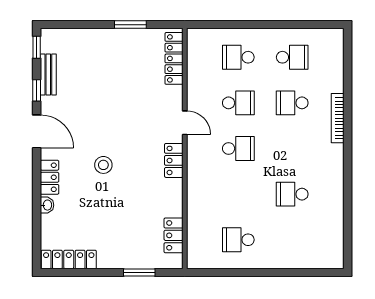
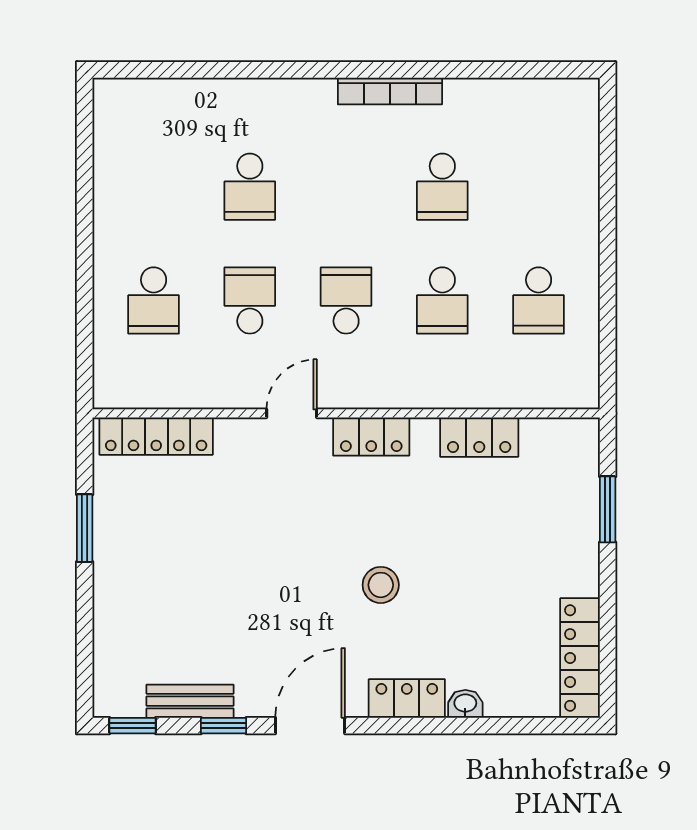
school desk: (292, 57) -> (442, 300), moved, turned 180
bookcase: (338, 118) -> (390, 91), moved
locker: (174, 235) -> (479, 437), moved

